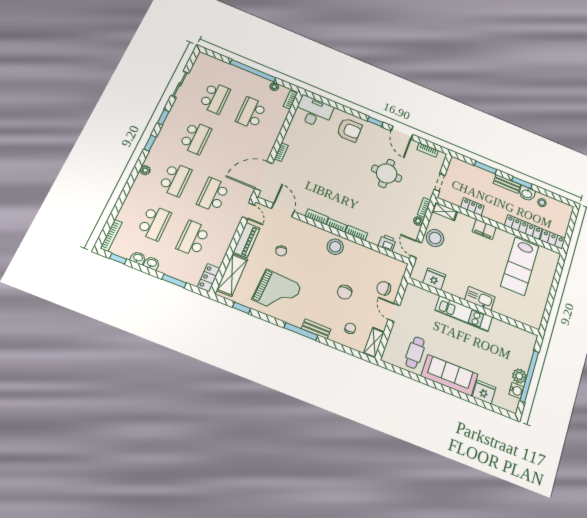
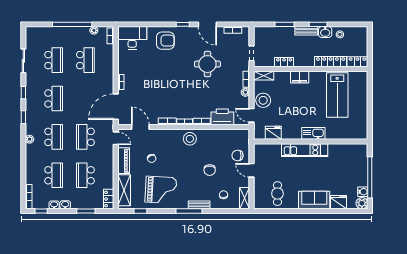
school desk: (251, 113) -> (85, 60), turned 180
printer: (387, 243) -> (222, 117), width x1.87, depth x1.48
sofa: (449, 375) -> (314, 200), width x0.73
plant: (519, 376) -> (362, 203), moved

